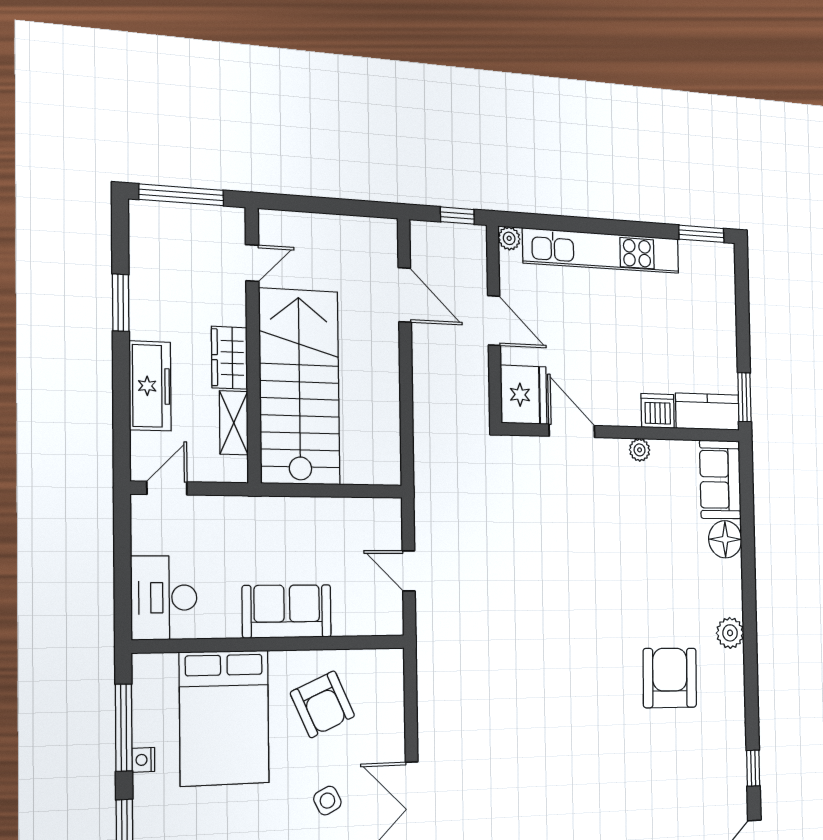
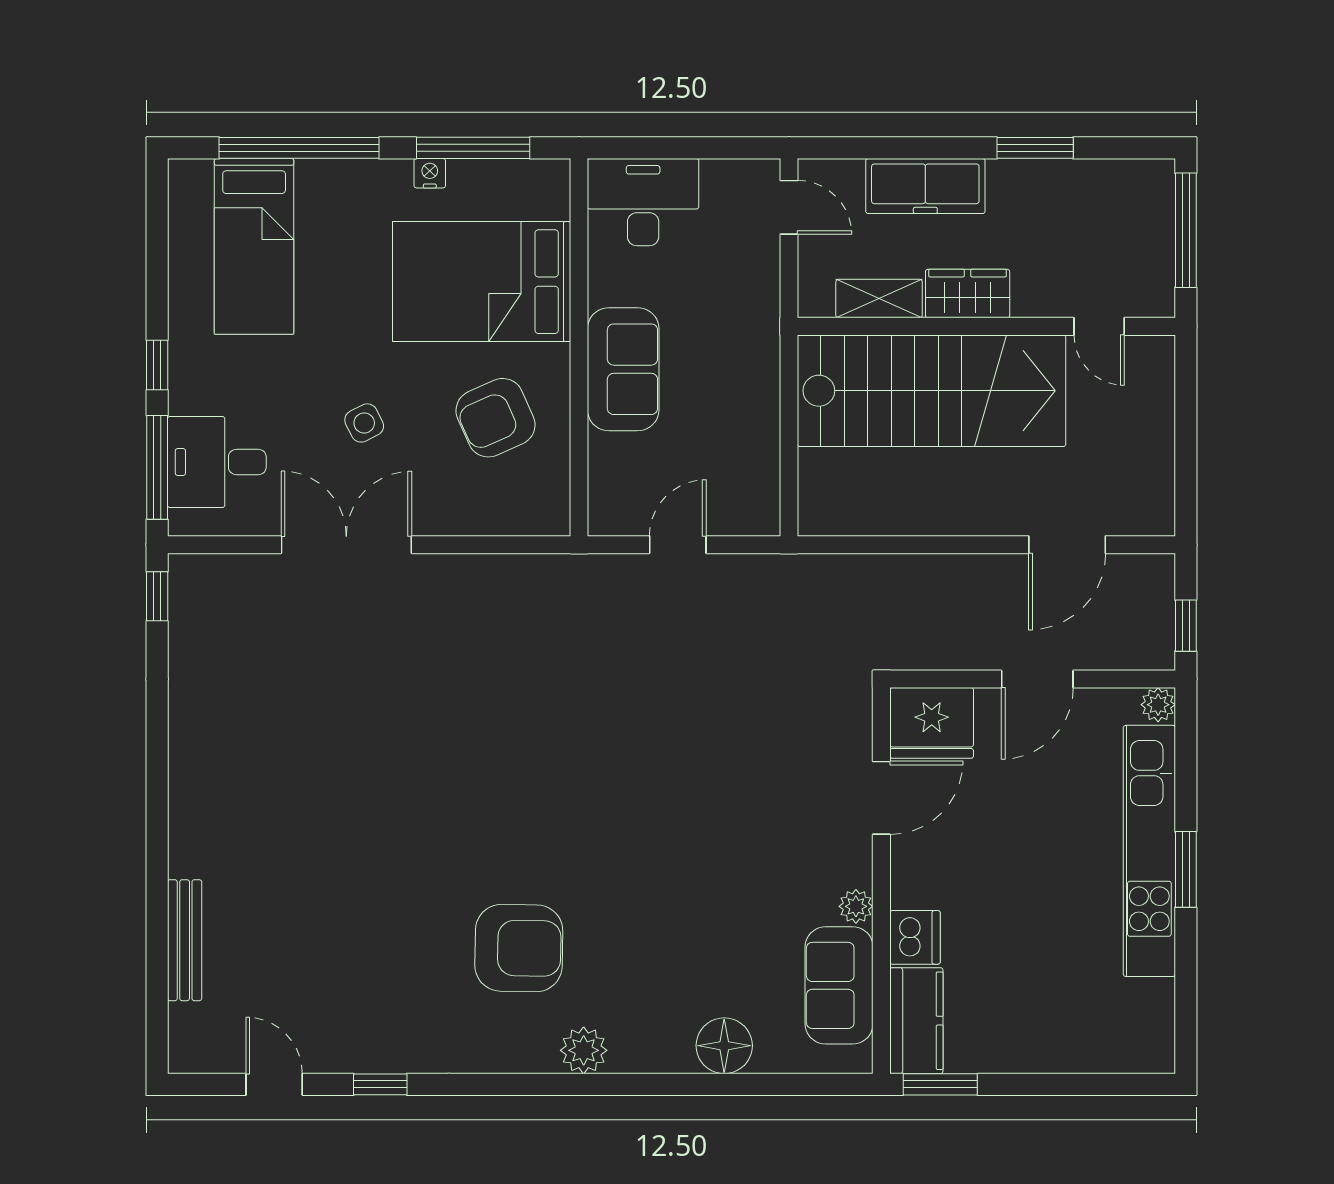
window: (701, 234) -> (1186, 869), moved
sofa: (720, 479) -> (839, 985), moved, turned -90

